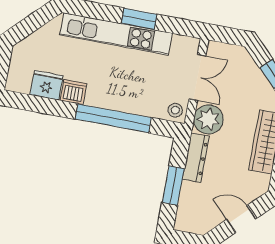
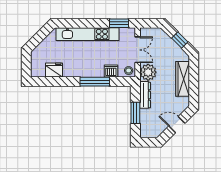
window: (139, 19) -> (119, 23), moved
dishwasher: (73, 92) -> (111, 71), moved
window: (113, 118) -> (95, 82), width x0.68

